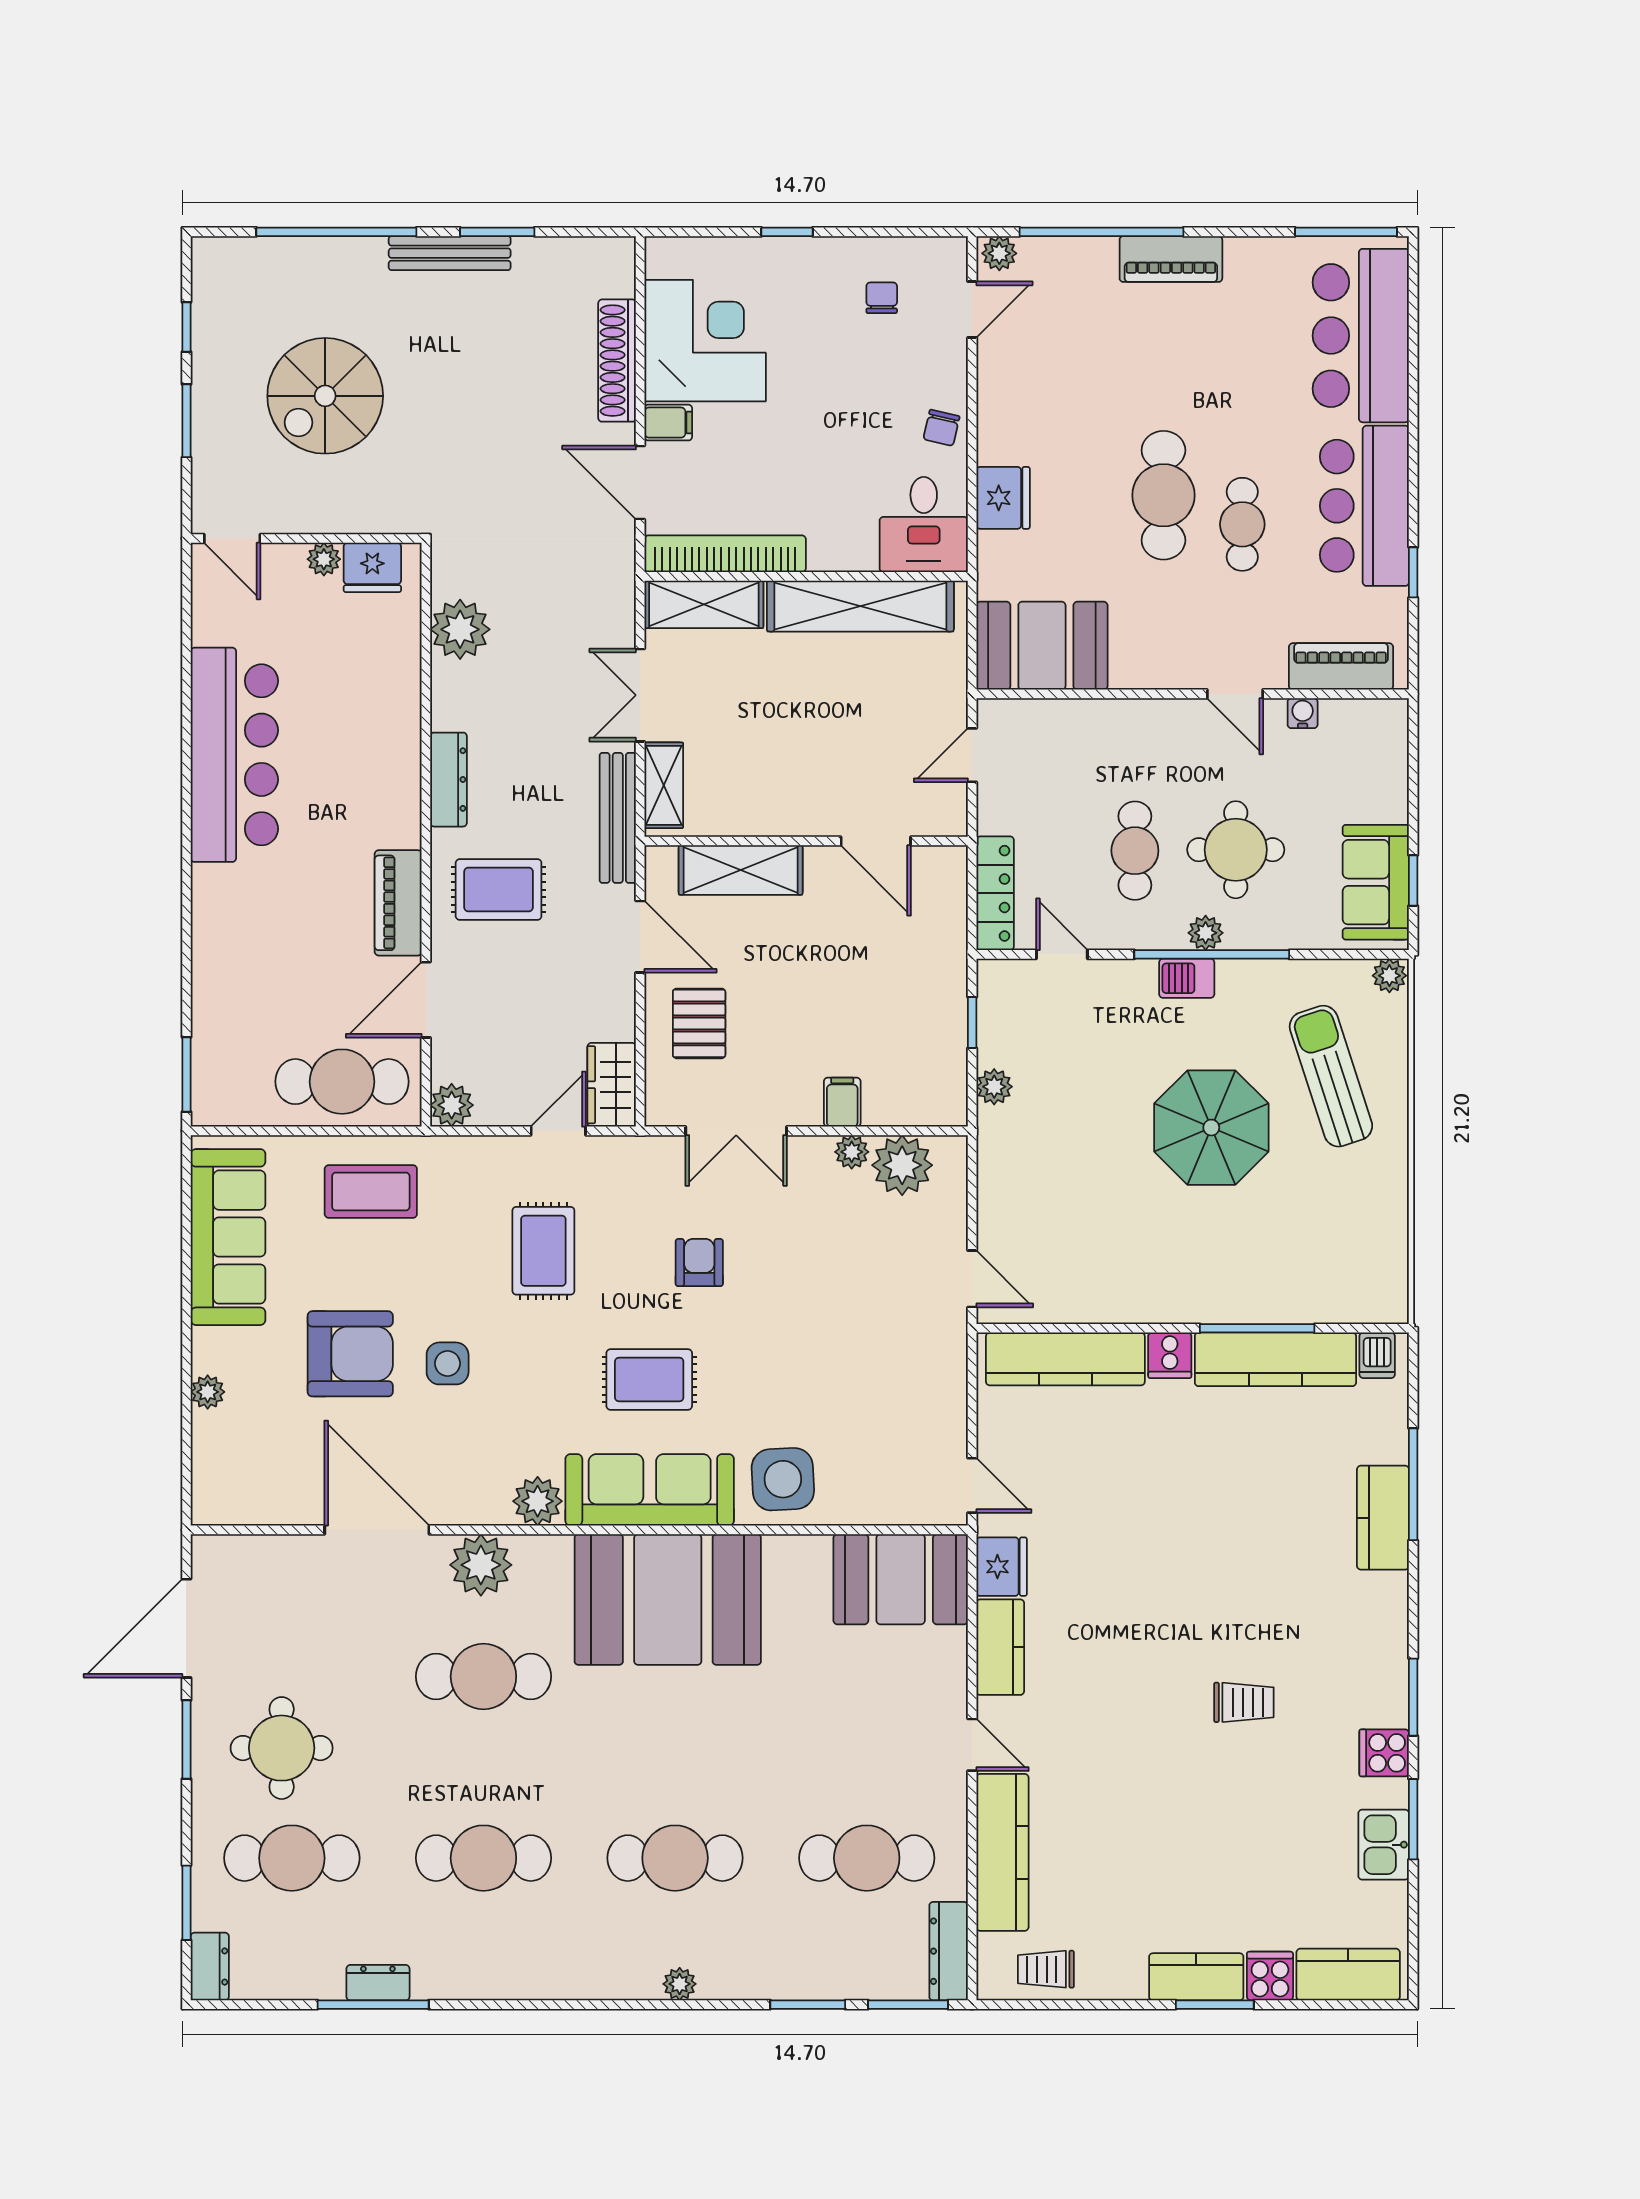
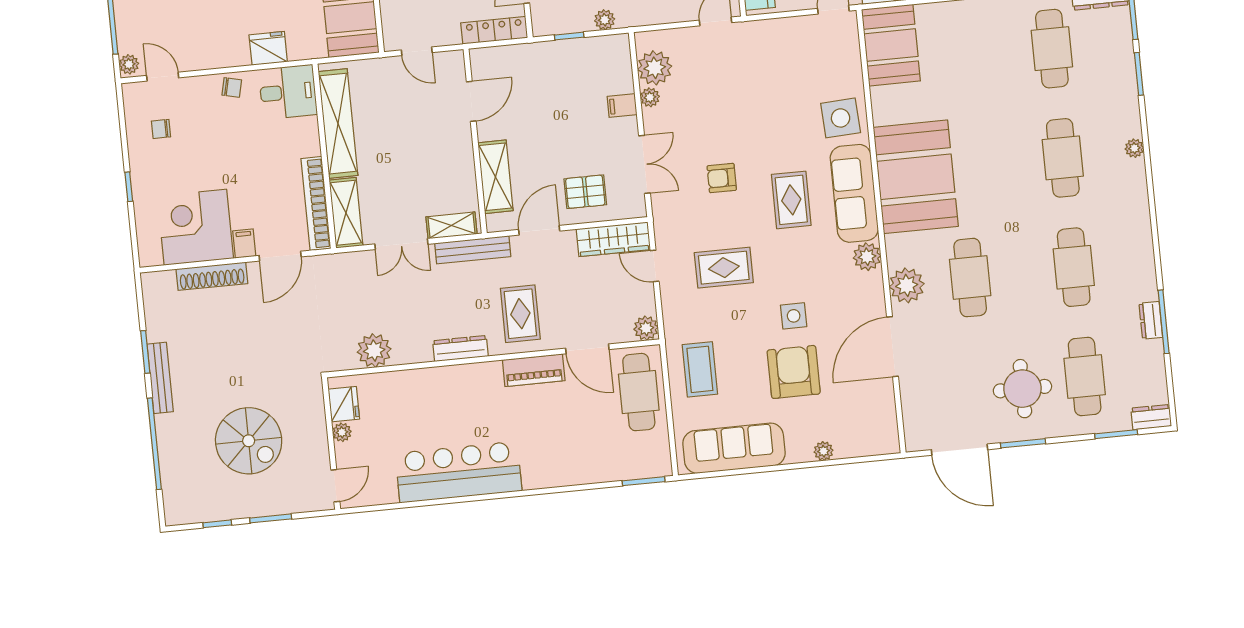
wardrobe: (612, 1085) -> (613, 239), width x1.50

